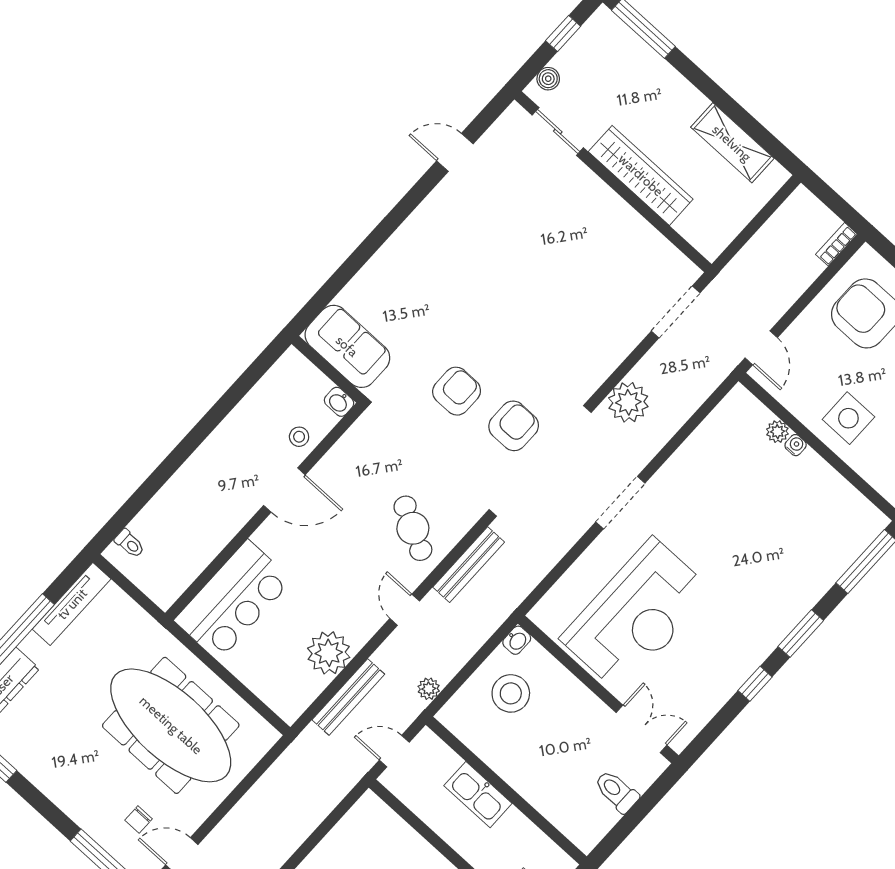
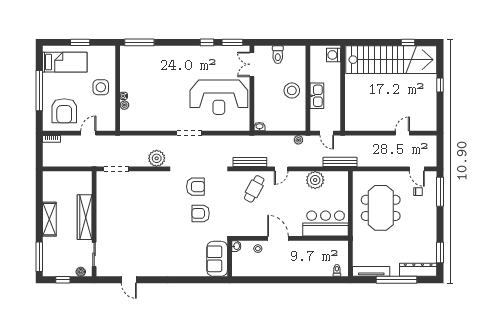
shelving: (732, 143) -> (49, 219), moved
door: (761, 348) -> (88, 133), moved
armchair: (514, 426) -> (195, 187), turned 180
reception desk: (636, 615) -> (219, 97), turned 180
window: (801, 633) -> (232, 42), moved
stool: (511, 693) -> (292, 90), moved
bench: (348, 697) -> (340, 162), moved
meeting table: (171, 725) -> (381, 208), width x0.73

